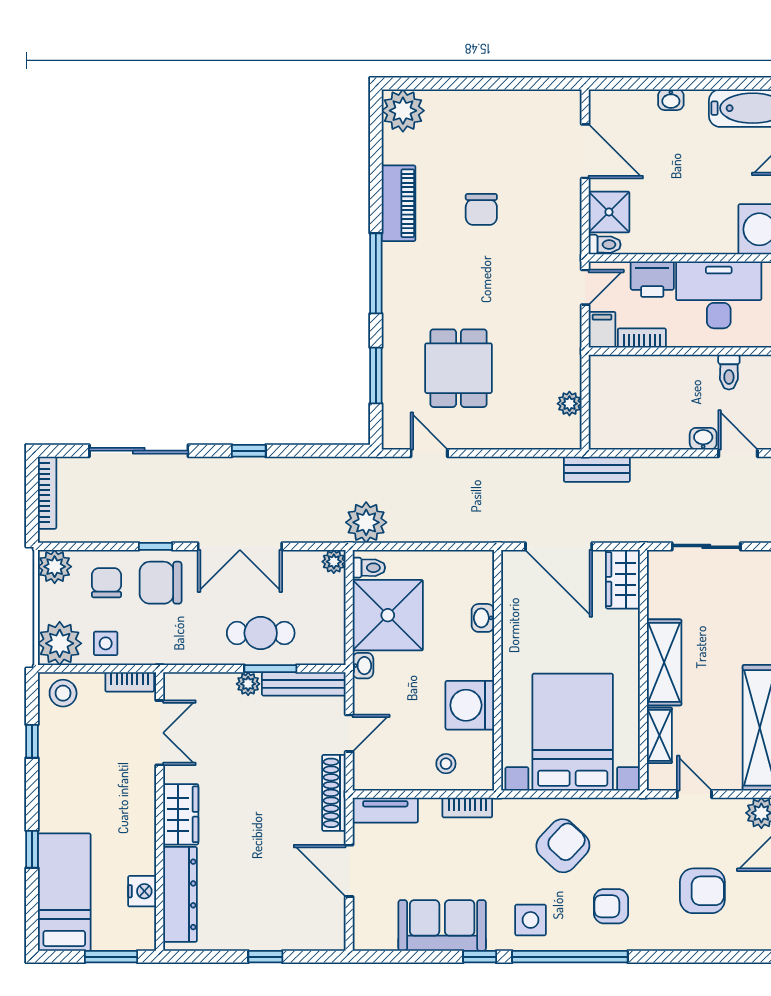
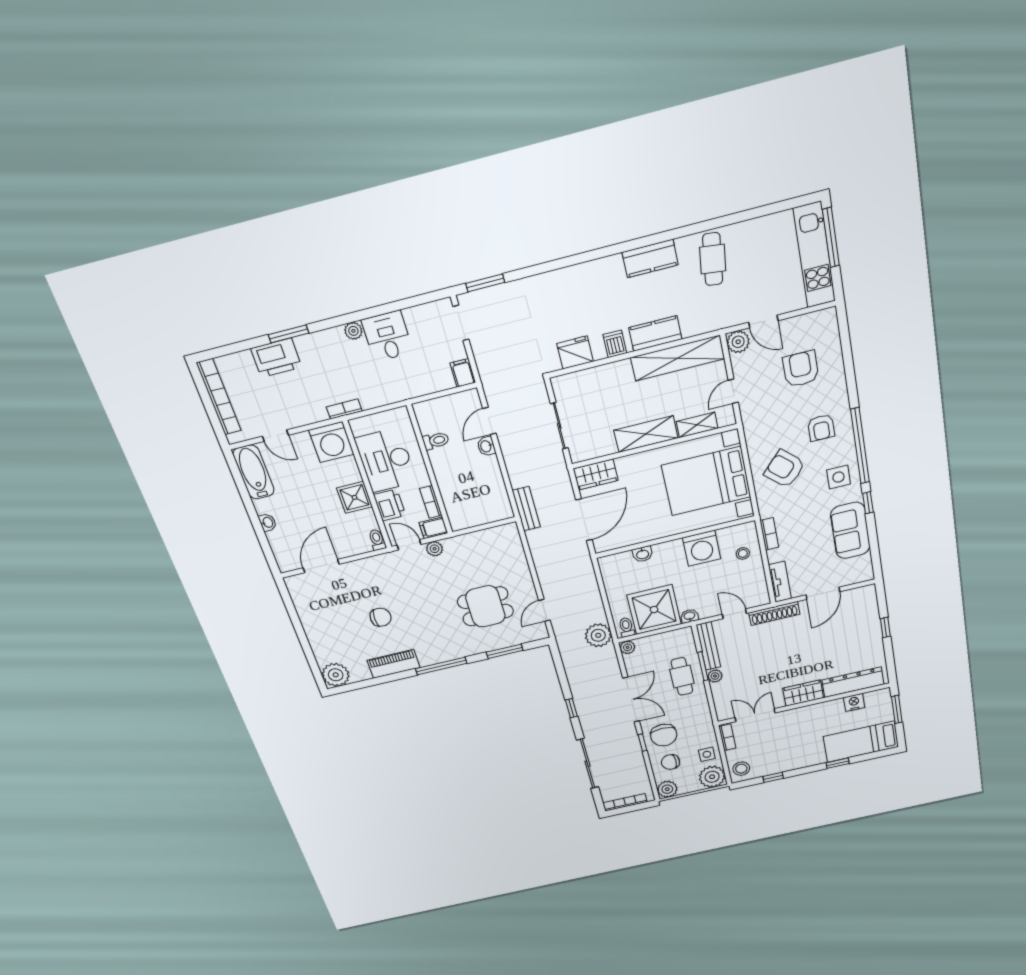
shower: (609, 212) -> (354, 497), moved
plant: (569, 404) -> (435, 549), moved

